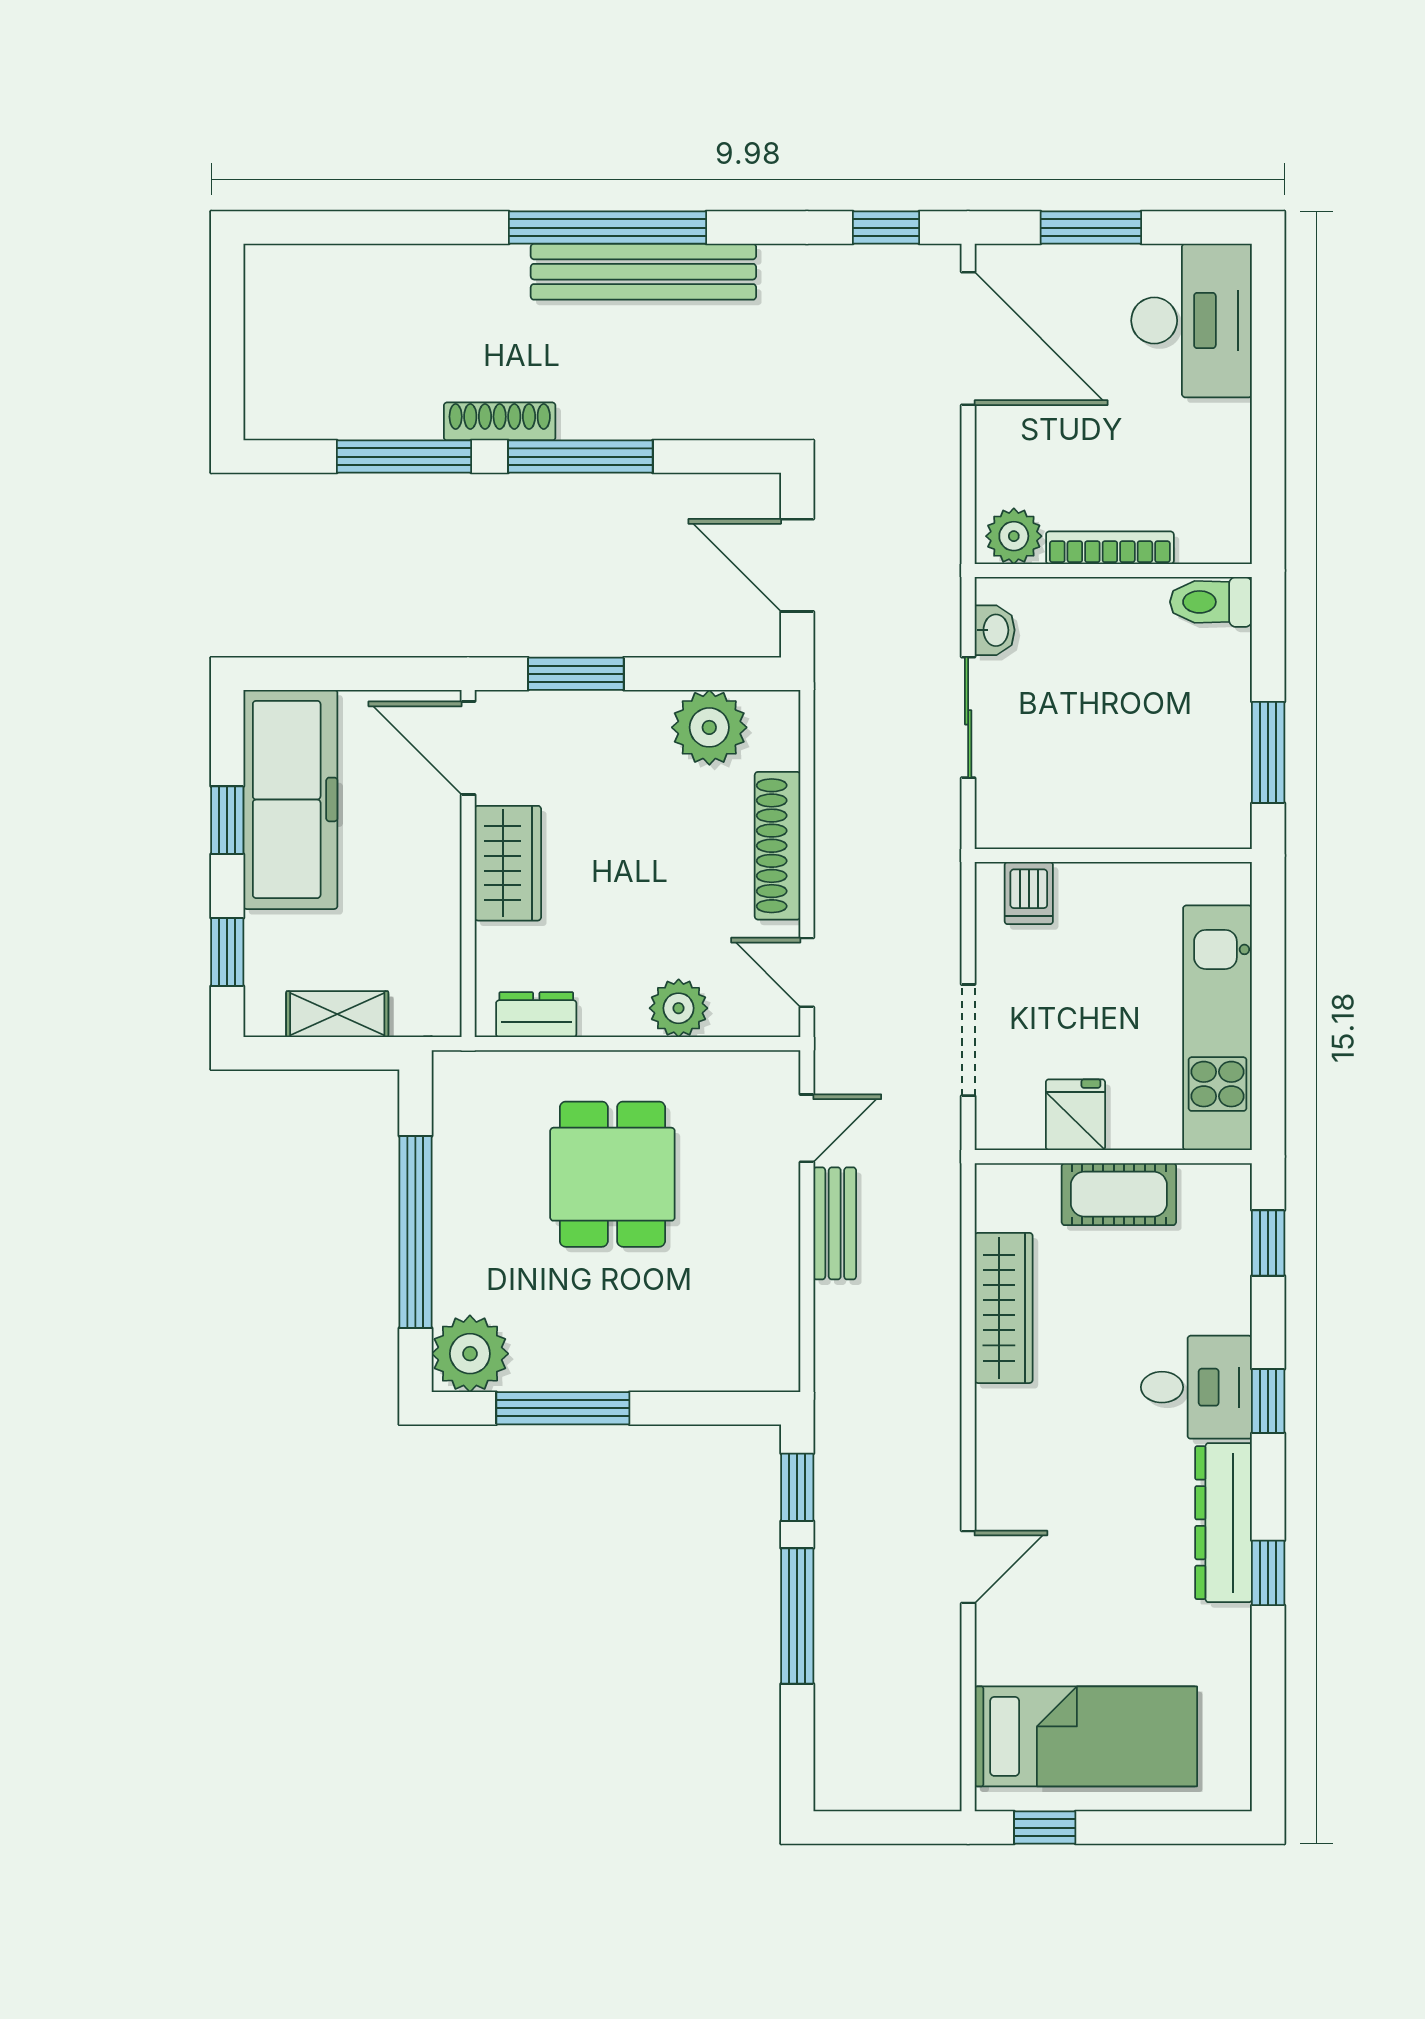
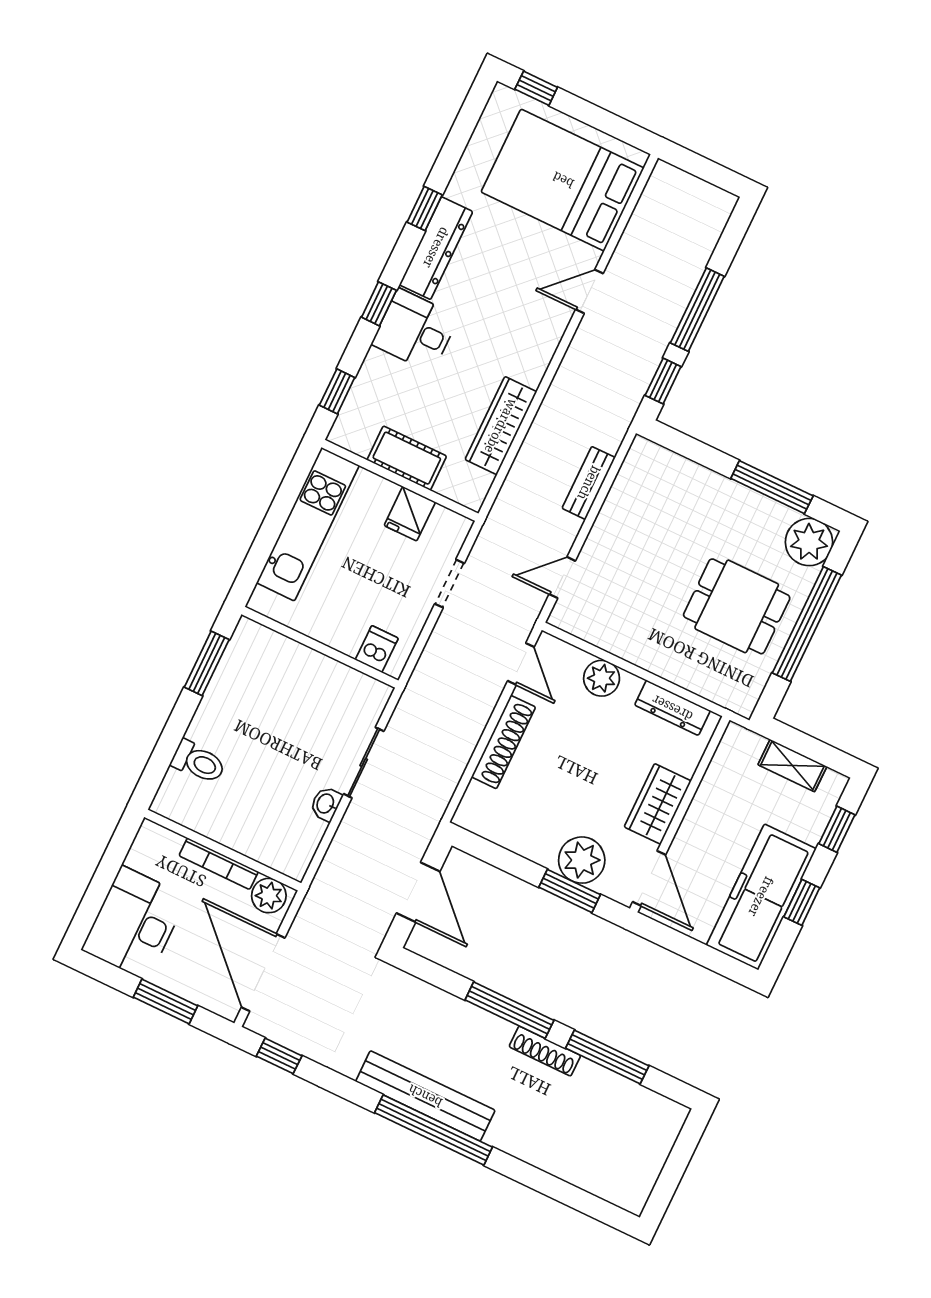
plant: (1014, 536) -> (269, 896), moved
bookcase: (1110, 548) -> (219, 864), moved
wall: (1113, 571) -> (223, 850), moved
plant: (709, 727) -> (582, 860), moved
dresser: (536, 1015) -> (672, 708), width x1.44
doorway: (968, 1040) -> (449, 584), width x0.73
dining table: (612, 1174) -> (737, 606), moved, turned 90
bench: (835, 1223) -> (589, 483), moved
bed: (1086, 1736) -> (563, 180), width x1.50
window: (1045, 1828) -> (536, 88), moved

